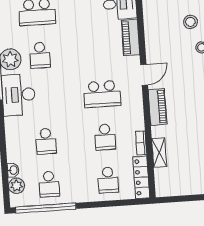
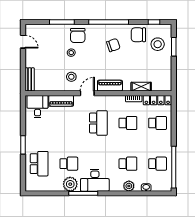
stool: (190, 22) -> (71, 77), moved
door: (144, 75) -> (87, 93), hinge flipped
plant: (16, 186) -> (129, 186), moved

